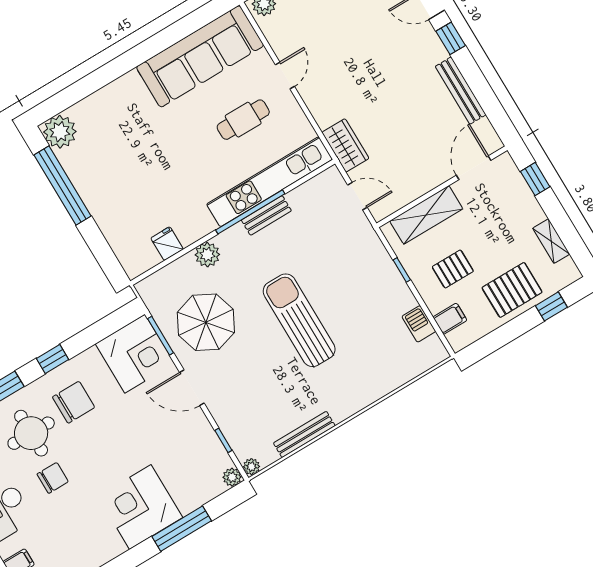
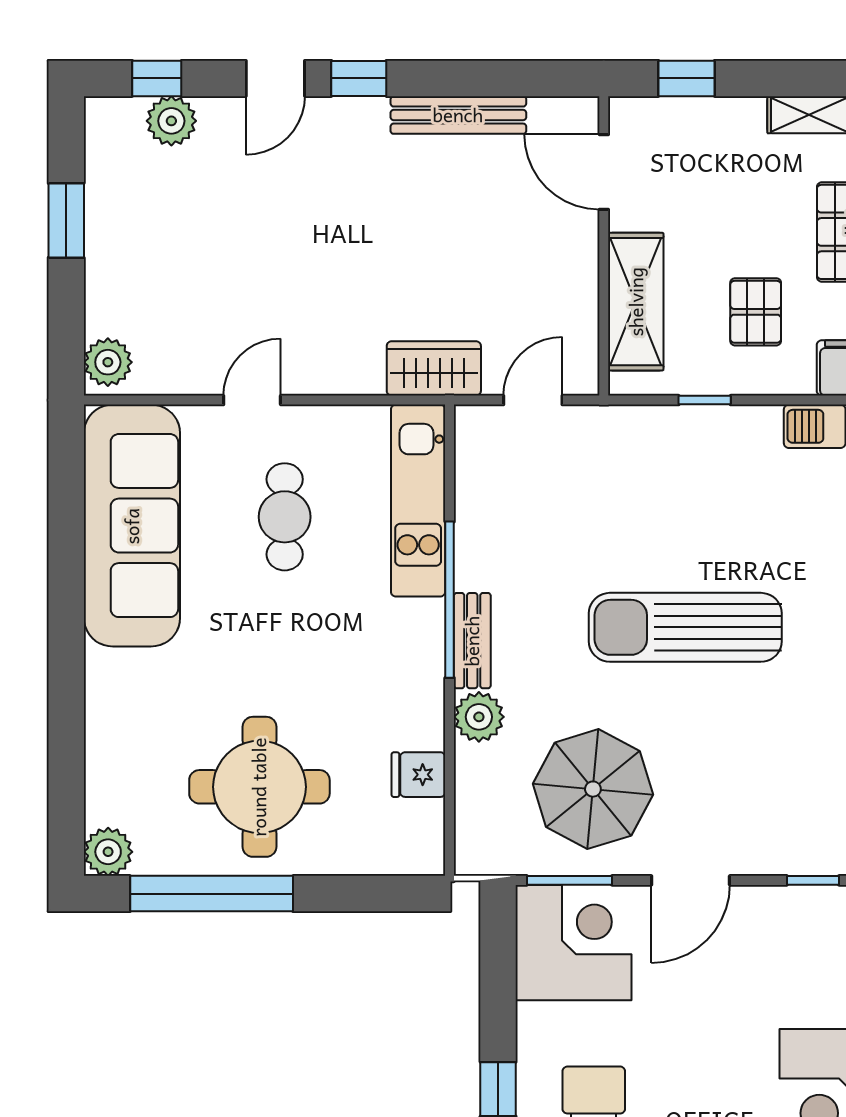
door: (285, 75) -> (252, 400), hinge flipped
plant: (60, 132) -> (108, 852), width x0.73, depth x0.73
round table: (121, 178) -> (259, 787), added
kitchen unit: (270, 182) -> (418, 501), width x0.73
bench: (266, 215) -> (472, 641), moved

